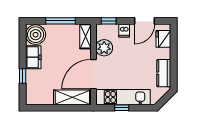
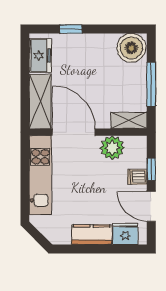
window: (109, 21) -> (151, 169), moved
freezer: (33, 57) -> (40, 56), moved, turned -90
kitchen counter: (164, 73) -> (92, 235), moved
window: (122, 108) -> (25, 173), removed

